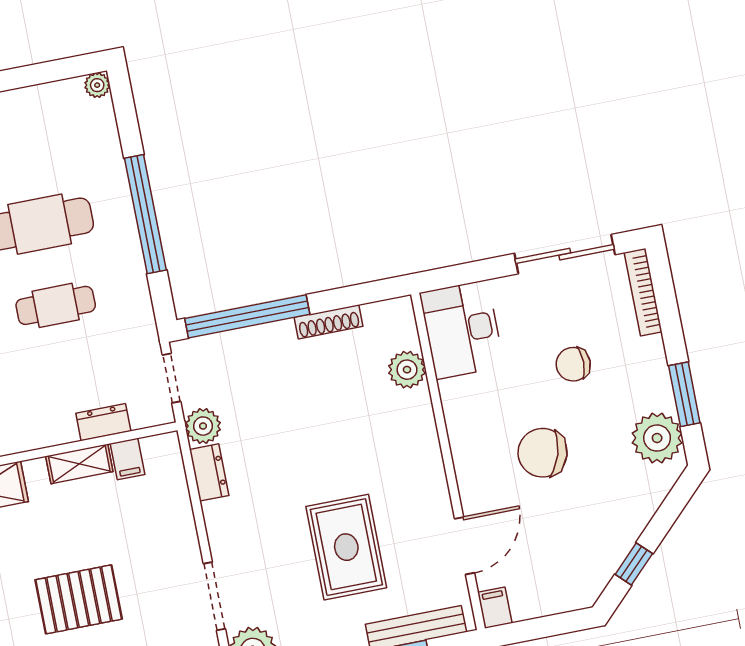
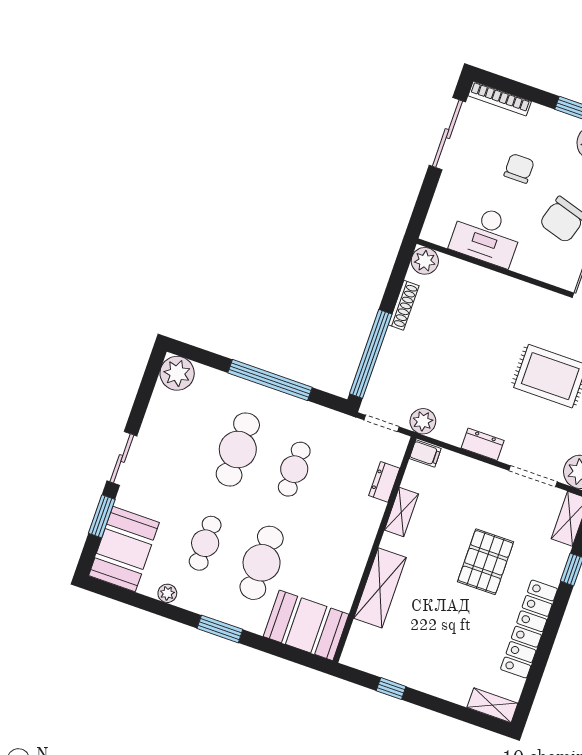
plant: (97, 85) -> (177, 373), width x1.87, depth x1.87
desk: (462, 330) -> (486, 235), moved
chair: (573, 364) -> (519, 168), turned 180
plant: (407, 370) -> (425, 261), moved
filing cabinet: (127, 459) -> (425, 453), moved
dresser: (209, 472) -> (483, 444), moved

